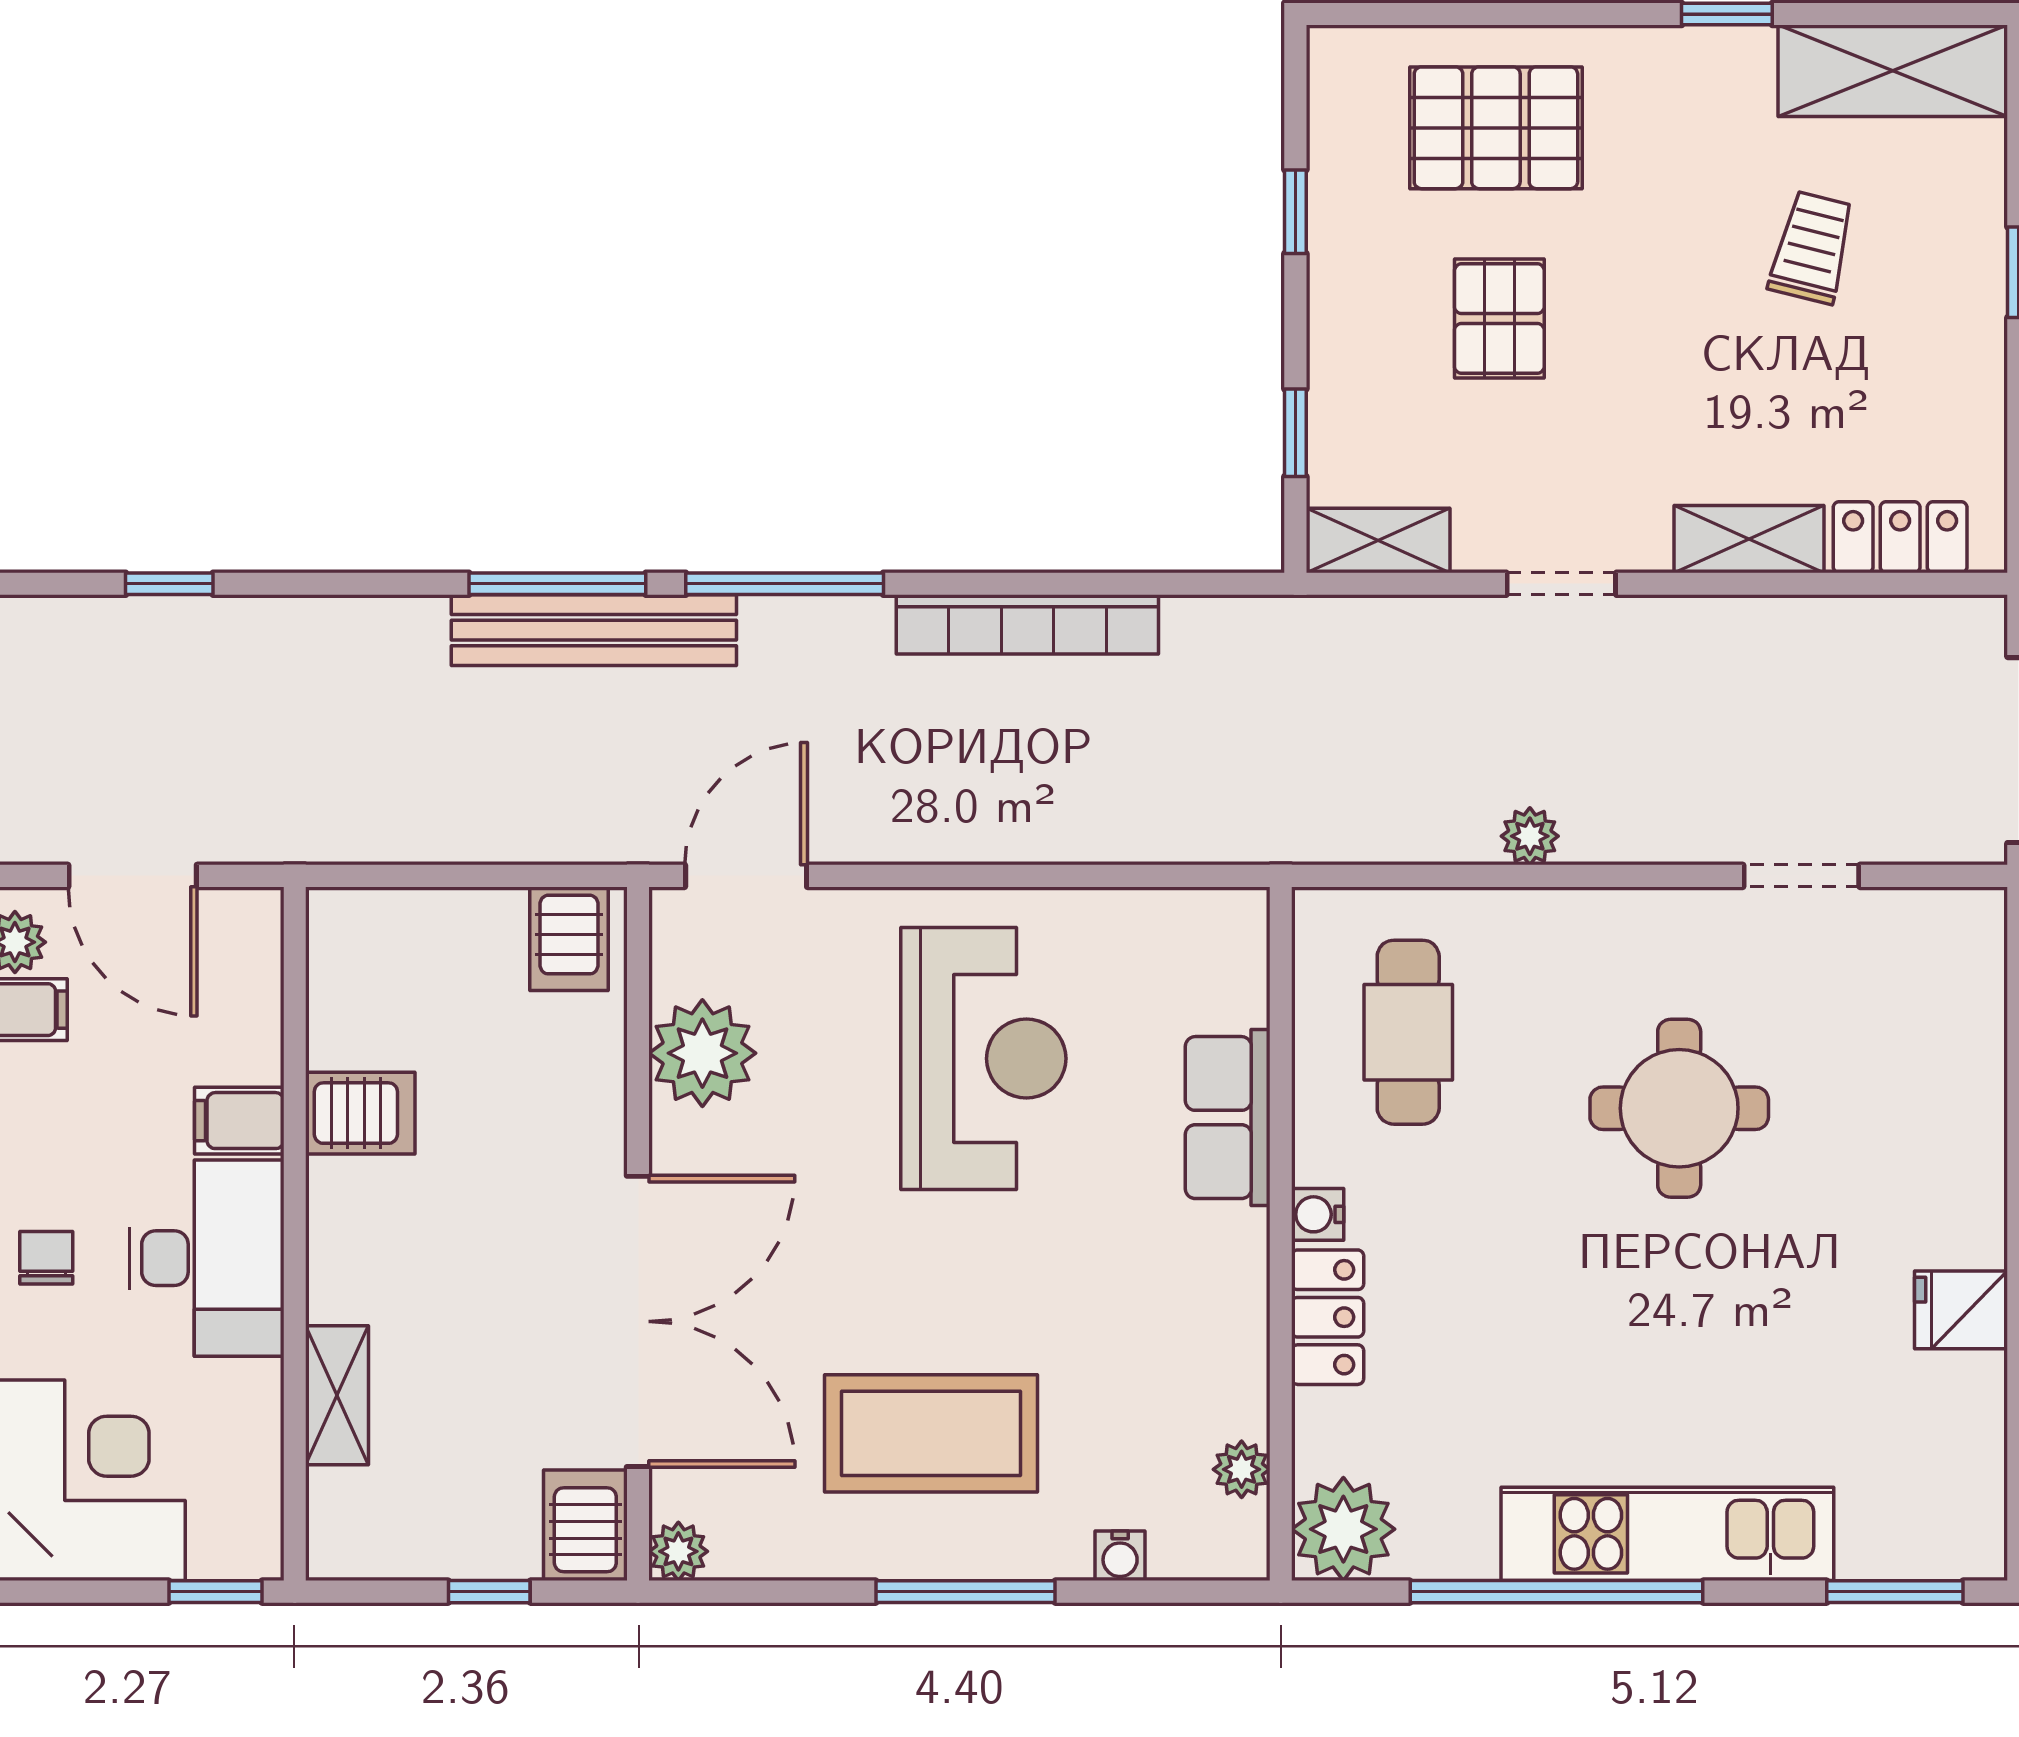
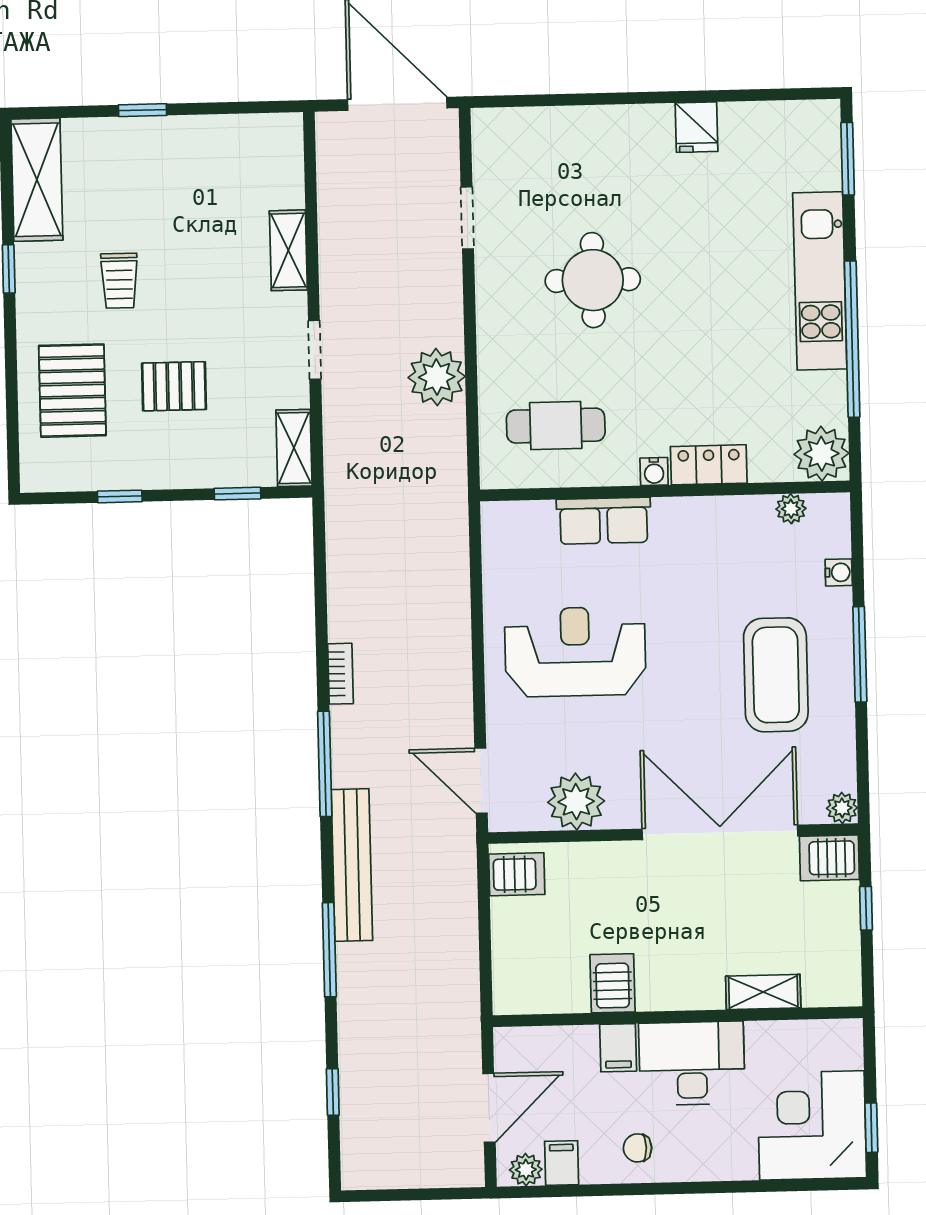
trolley: (1812, 248) -> (119, 281), moved, turned -104
locker: (1900, 537) -> (285, 170), removed
window: (557, 584) -> (329, 950), moved
bookcase: (1027, 624) -> (340, 674), width x0.43, depth x0.76
plant: (1530, 836) -> (437, 377), width x1.88, depth x1.88
chair: (46, 1258) -> (637, 1148), moved
window: (215, 1592) -> (871, 1128), moved

